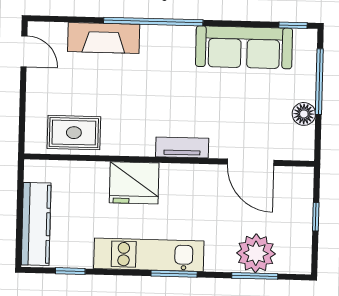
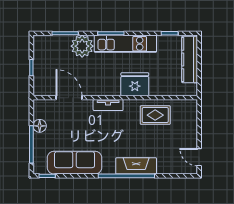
fireplace: (104, 38) -> (136, 166), moved
rug: (74, 133) -> (155, 115), moved
plant: (256, 253) -> (82, 46), moved

